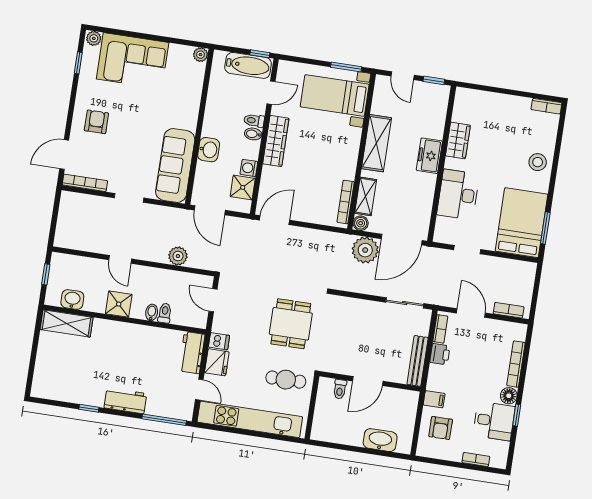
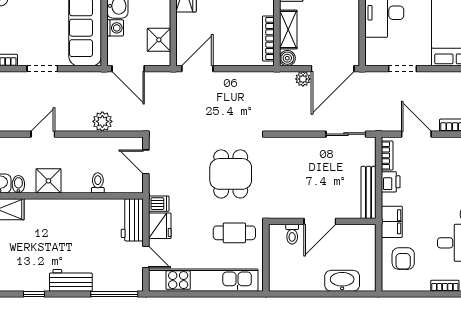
washing machine: (249, 168) -> (115, 28), moved, turned 180
plant: (365, 250) -> (303, 79), width x0.53, depth x0.53
door: (120, 259) -> (43, 134), swing flipped
bidet: (152, 312) -> (18, 184), moved
filing cabinet: (434, 399) -> (392, 222), width x2.00

